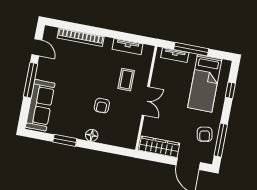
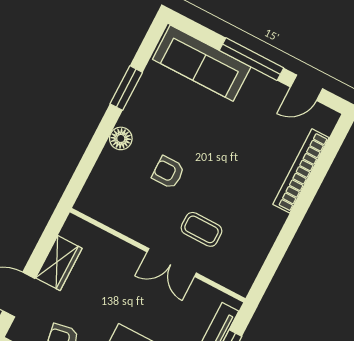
tv unit: (128, 47) -> (259, 249), removed
double door: (146, 101) -> (172, 263), moved
wardrobe: (159, 147) -> (59, 263), width x0.67

